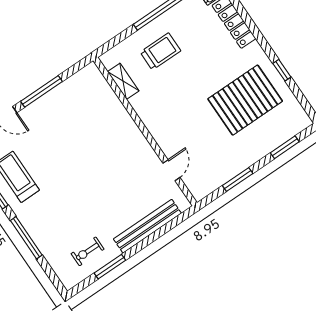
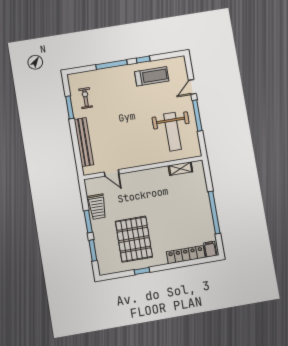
trolley: (160, 51) -> (97, 207), moved
weight bench: (79, 115) -> (173, 132), added
window: (238, 180) -> (88, 222), moved

